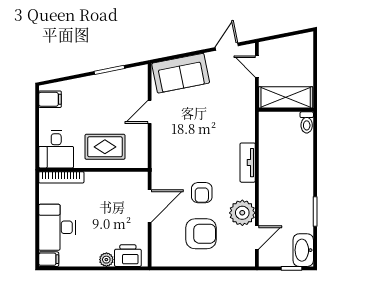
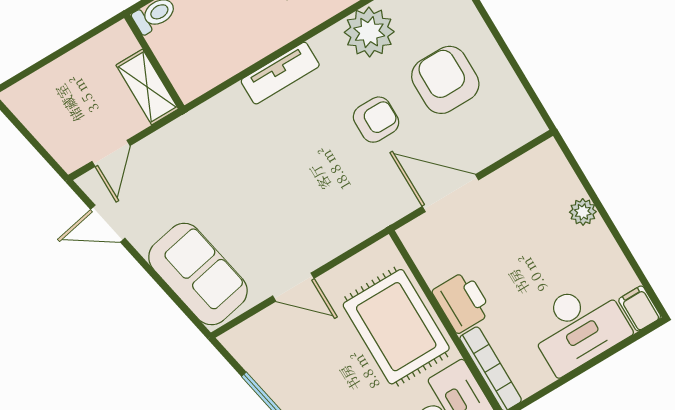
shelving: (286, 97) -> (147, 87), width x0.67, depth x0.75
rug: (105, 147) -> (396, 327), width x1.36, depth x1.43
printer: (128, 256) -> (462, 302), moved, turned 180

